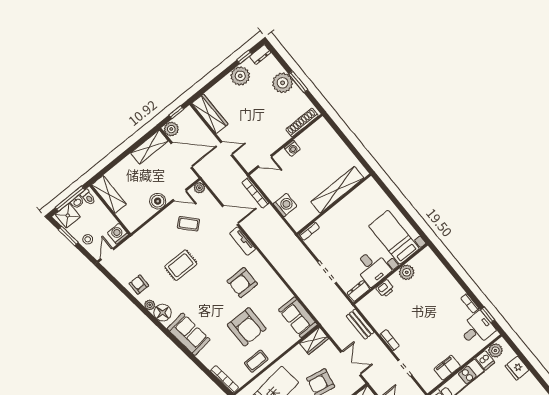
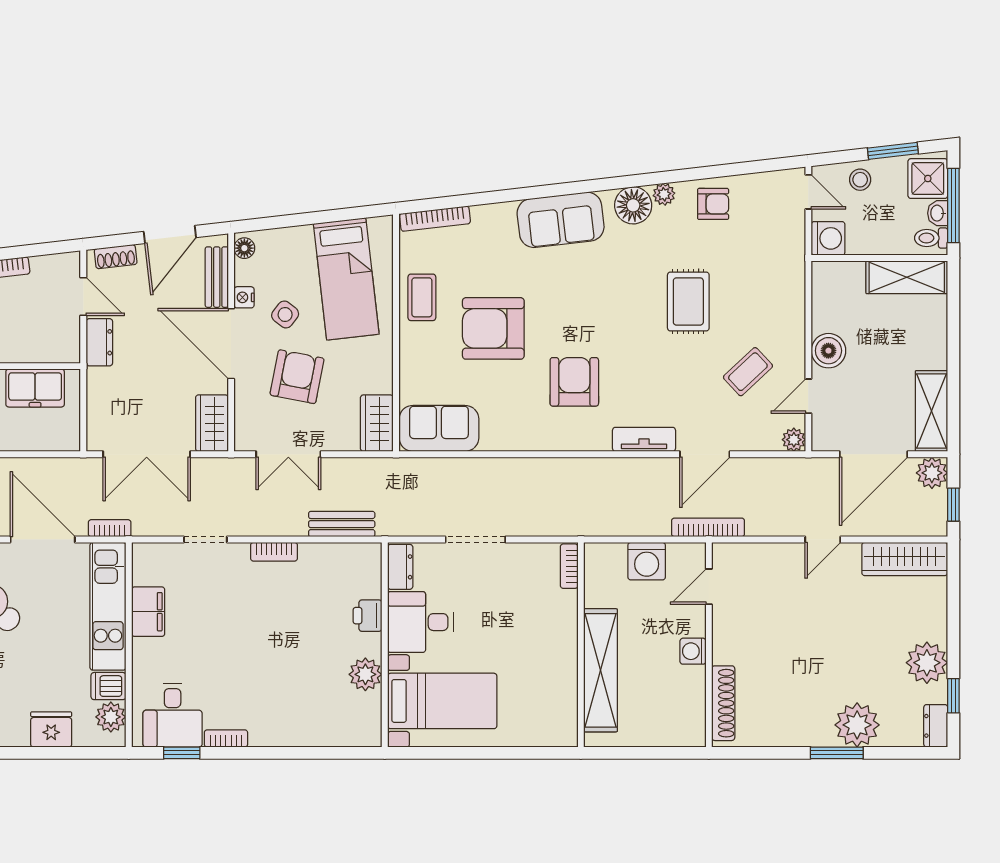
shoe rack: (302, 123) -> (723, 703), moved
wall: (285, 145) -> (709, 645), moved
washing machine: (292, 148) -> (693, 651), moved
door: (265, 161) -> (709, 587), moved

